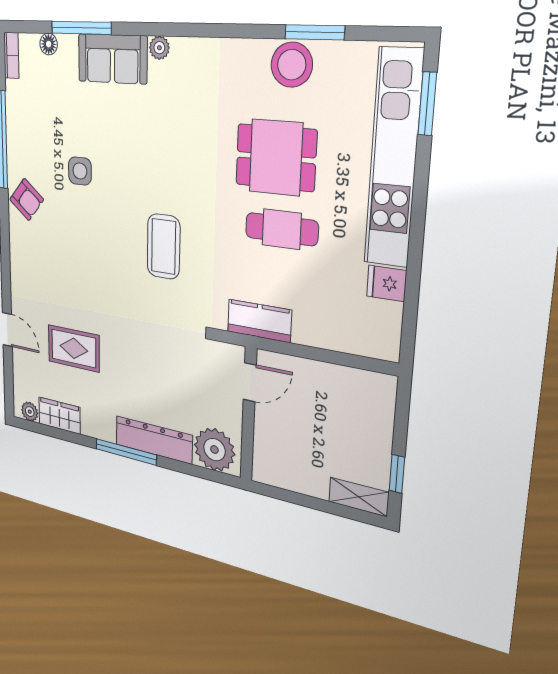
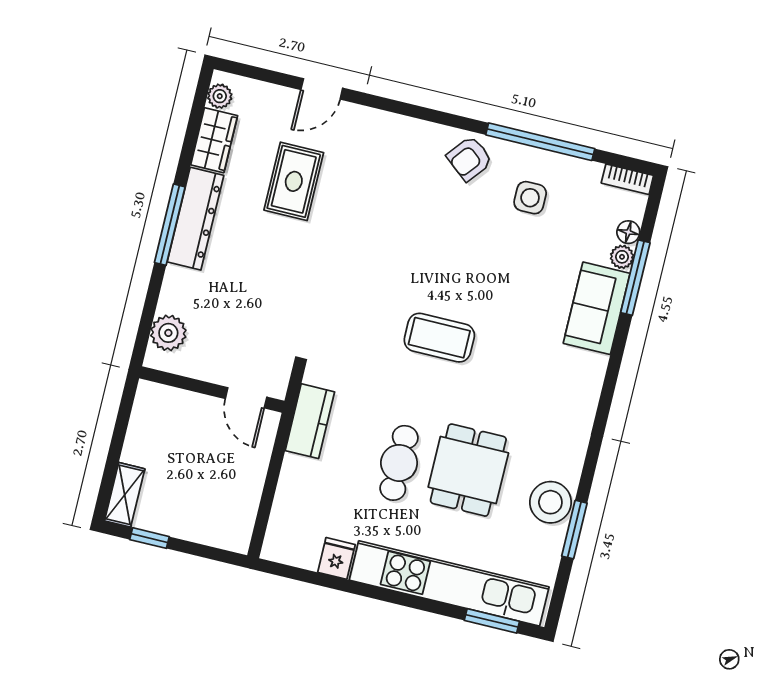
plant: (159, 48) -> (622, 257), moved
side table: (80, 171) -> (530, 198), moved
coffee table: (164, 246) -> (439, 338), moved
dresser: (154, 440) -> (195, 219), moved
plant: (214, 450) -> (168, 333), width x0.73, depth x0.73

